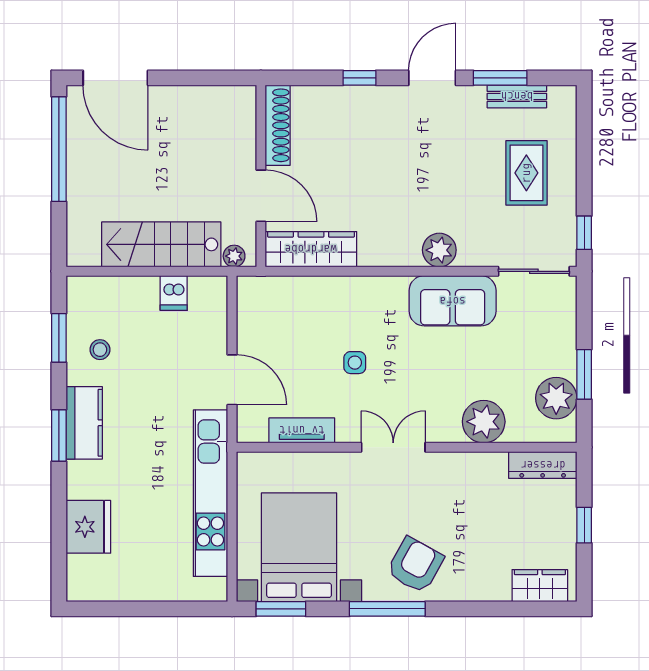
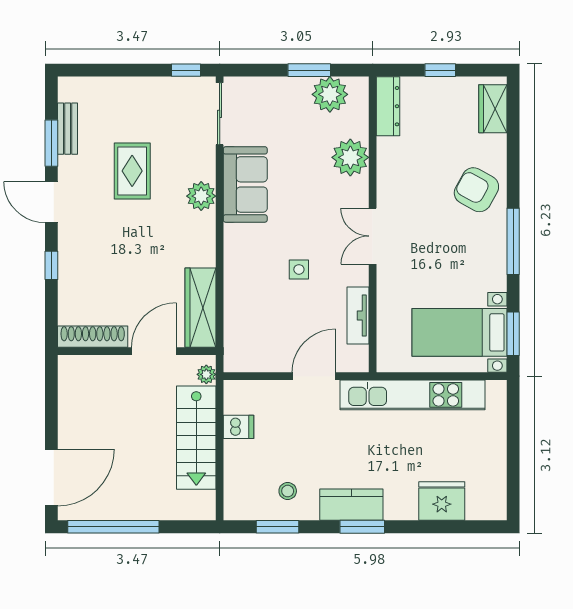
rug: (526, 173) -> (132, 171), moved, turned 90
bed with nightstands: (299, 547) -> (459, 332), width x0.73
armchair: (415, 565) -> (476, 190), moved

